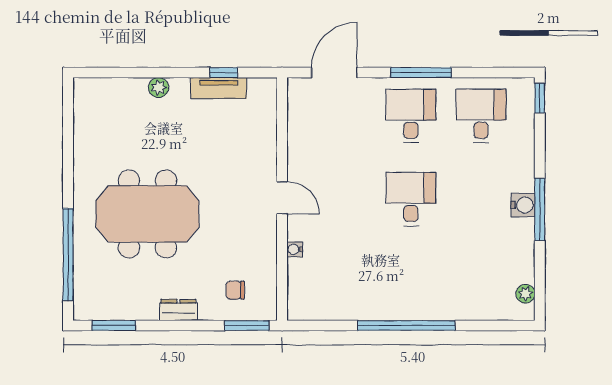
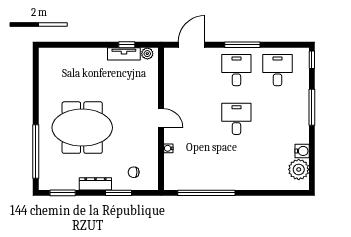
plant: (159, 88) -> (147, 54), moved
water cooler: (523, 205) -> (302, 151), moved
window: (540, 209) -> (312, 107), moved
plant: (525, 294) -> (299, 169), width x1.87, depth x1.87
dresser: (178, 310) -> (95, 184), width x1.44
window: (247, 325) -> (118, 193), moved
window: (406, 325) -> (206, 193), moved

